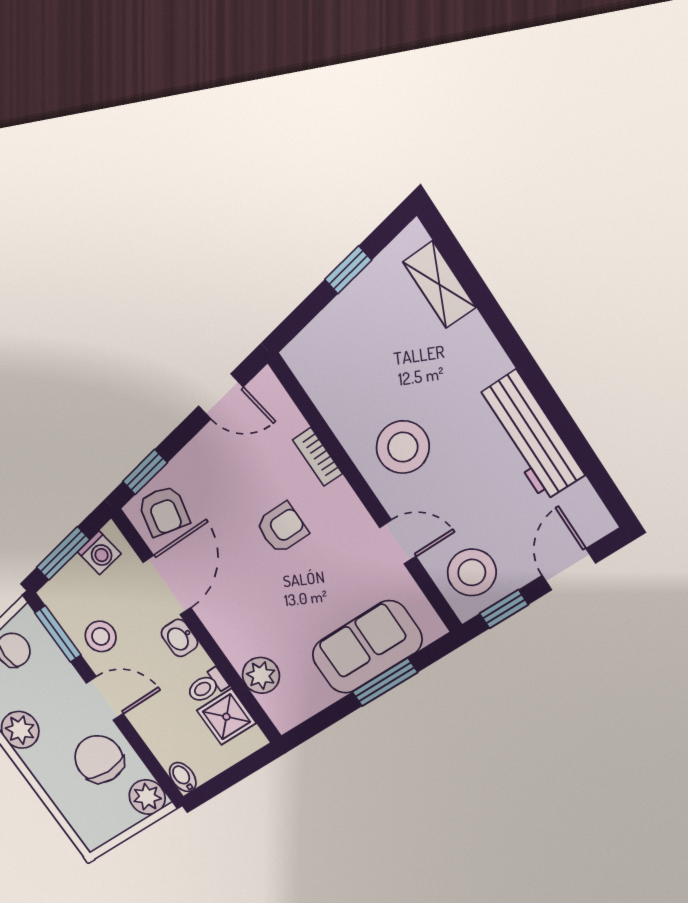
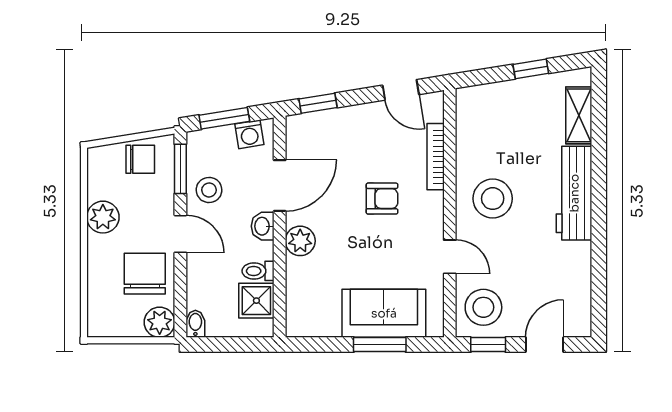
workbench: (530, 436) -> (574, 193), moved
bookcase: (317, 457) -> (436, 157), width x1.56
armchair: (164, 511) -> (312, 136), removed
plant: (261, 675) -> (300, 241), moved

